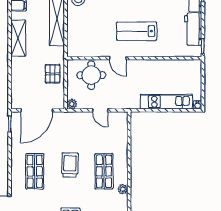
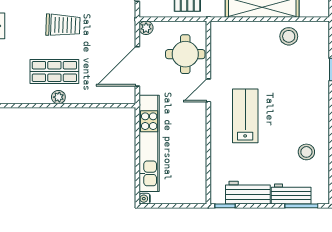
kitchen unit: (166, 102) -> (149, 143), width x1.36
door: (100, 110) -> (137, 66), width x1.88
plant: (123, 189) -> (58, 97), moved

